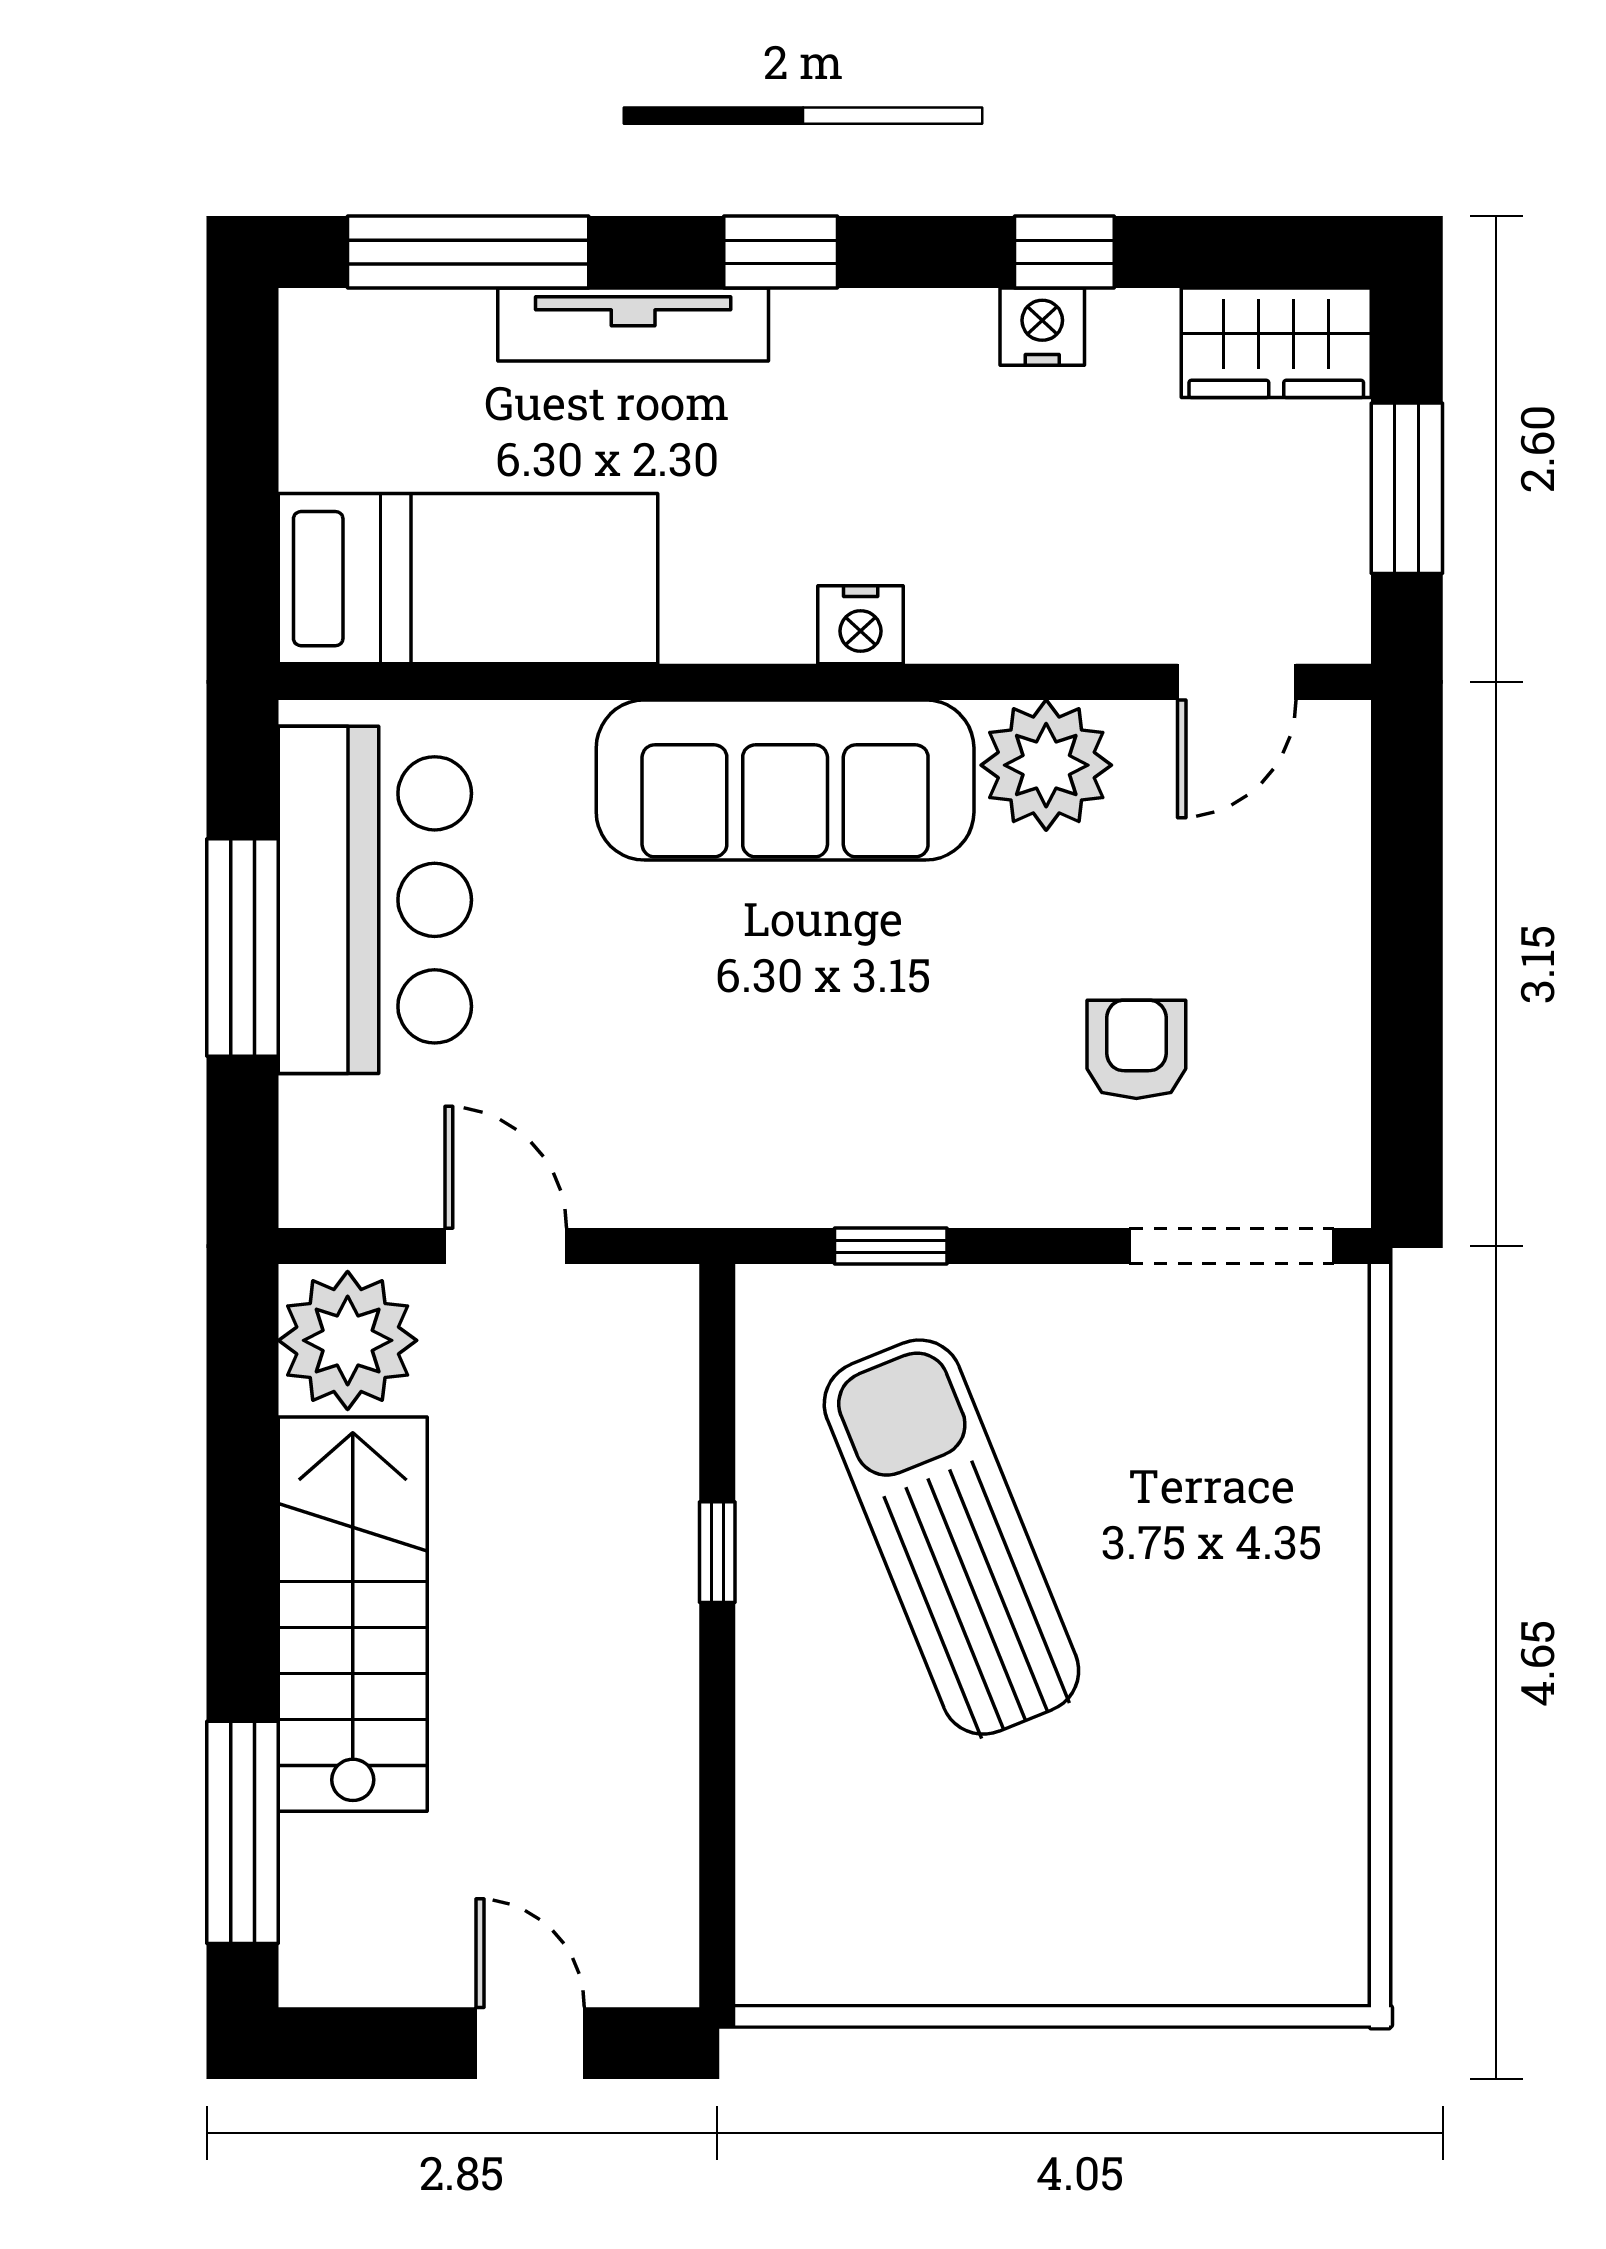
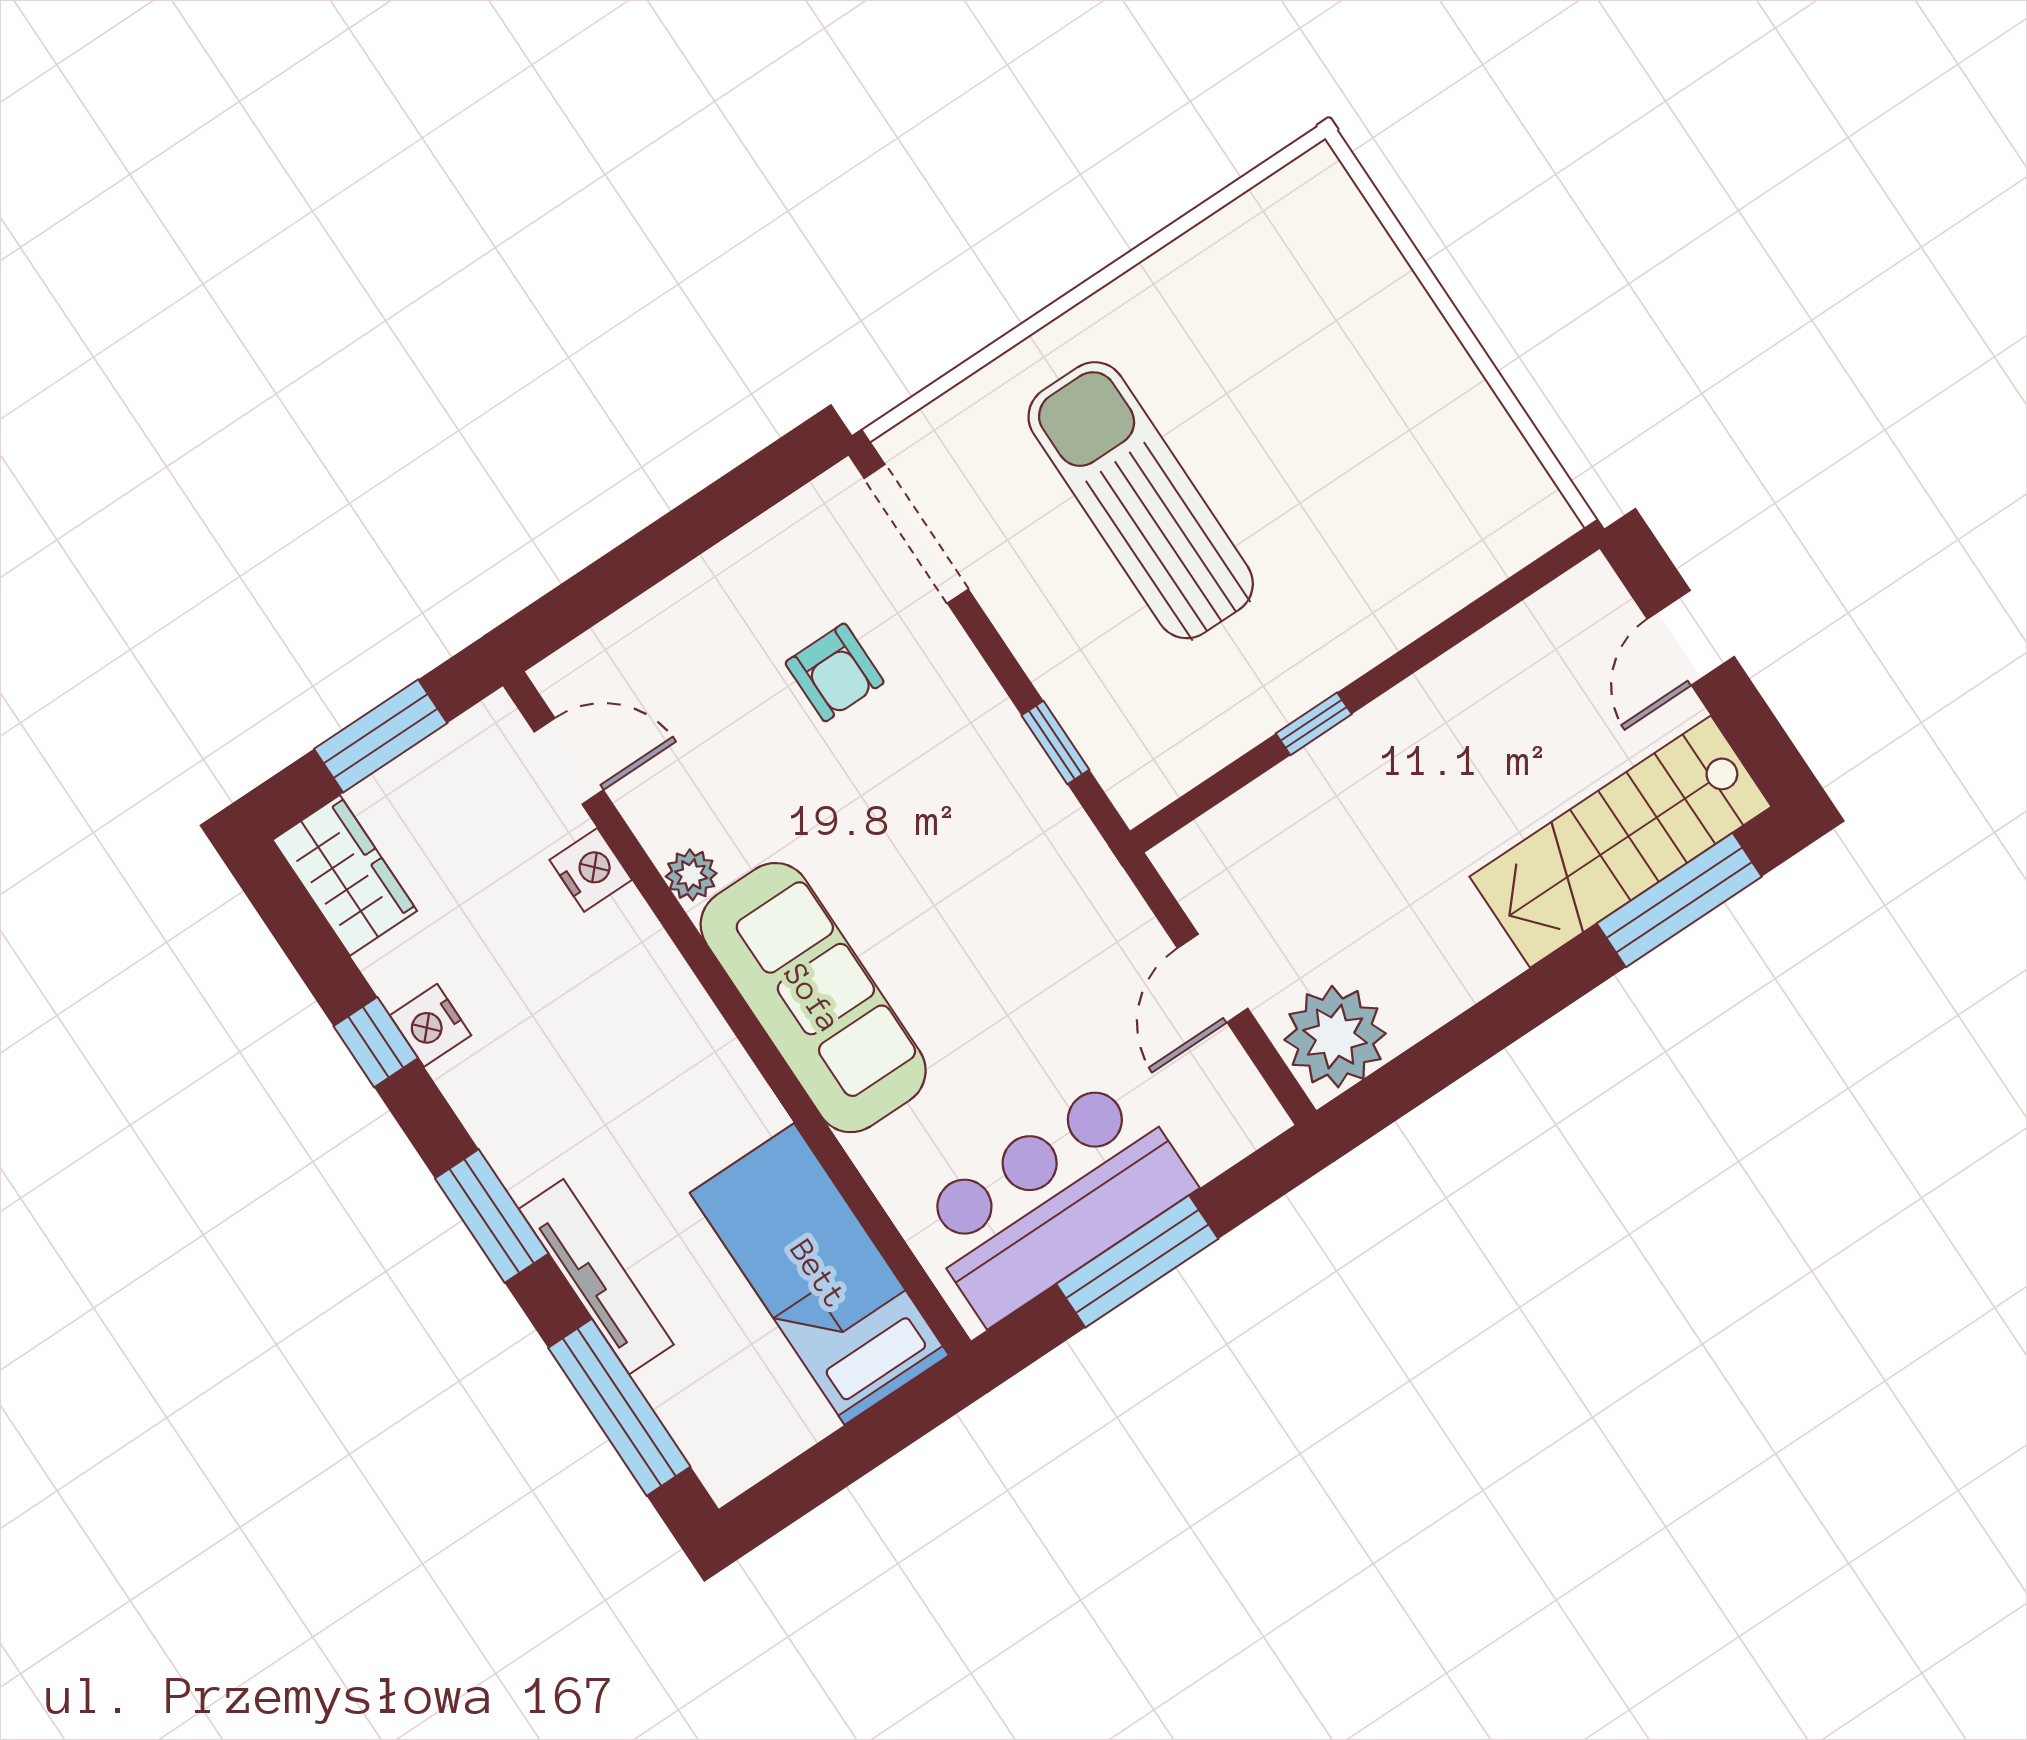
window: (781, 252) -> (492, 1216), width x1.50
nightstand: (861, 625) -> (591, 870), moved
plant: (1046, 765) -> (691, 875), width x0.53, depth x0.53
armchair: (1136, 1049) -> (835, 672), turned -90
sun lounger: (951, 1537) -> (1141, 500), moved, turned 112
stairs: (353, 1614) -> (1620, 842), moved

